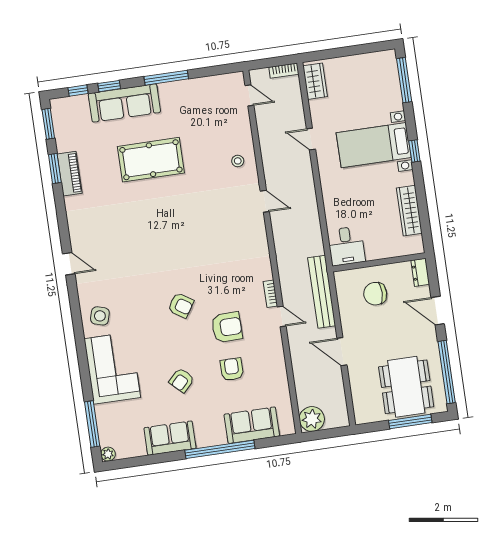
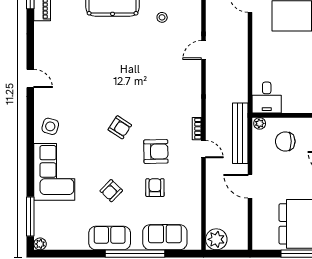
stool: (238, 161) -> (162, 17), moved
door: (265, 201) -> (203, 50), swing flipped
plant: (342, 277) -> (260, 123), added
sofa: (170, 438) -> (110, 238), moved

